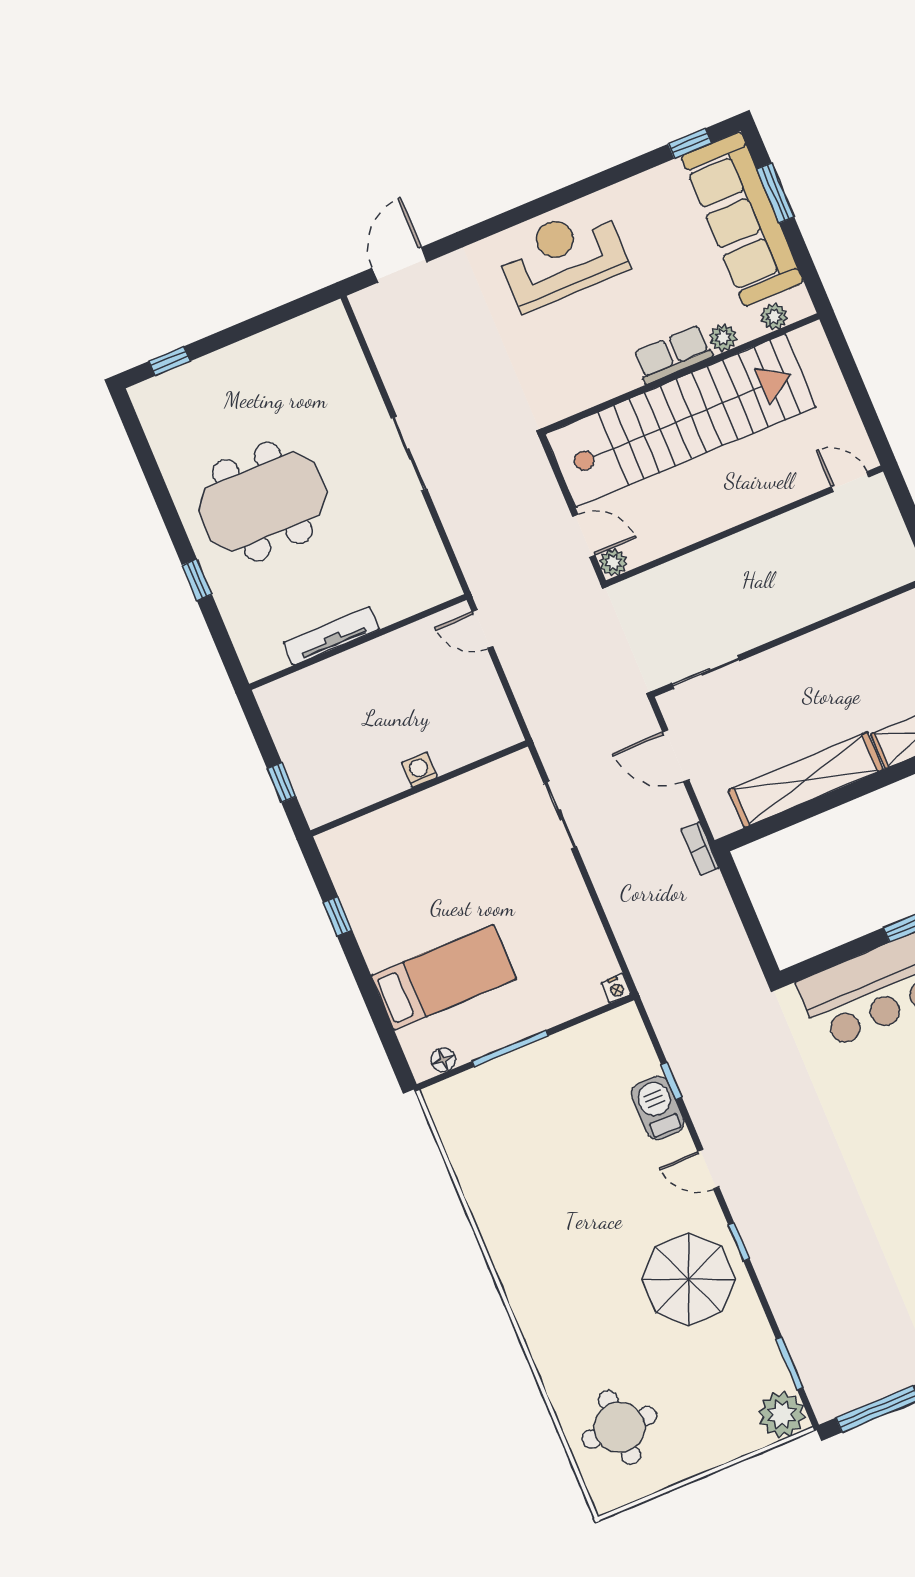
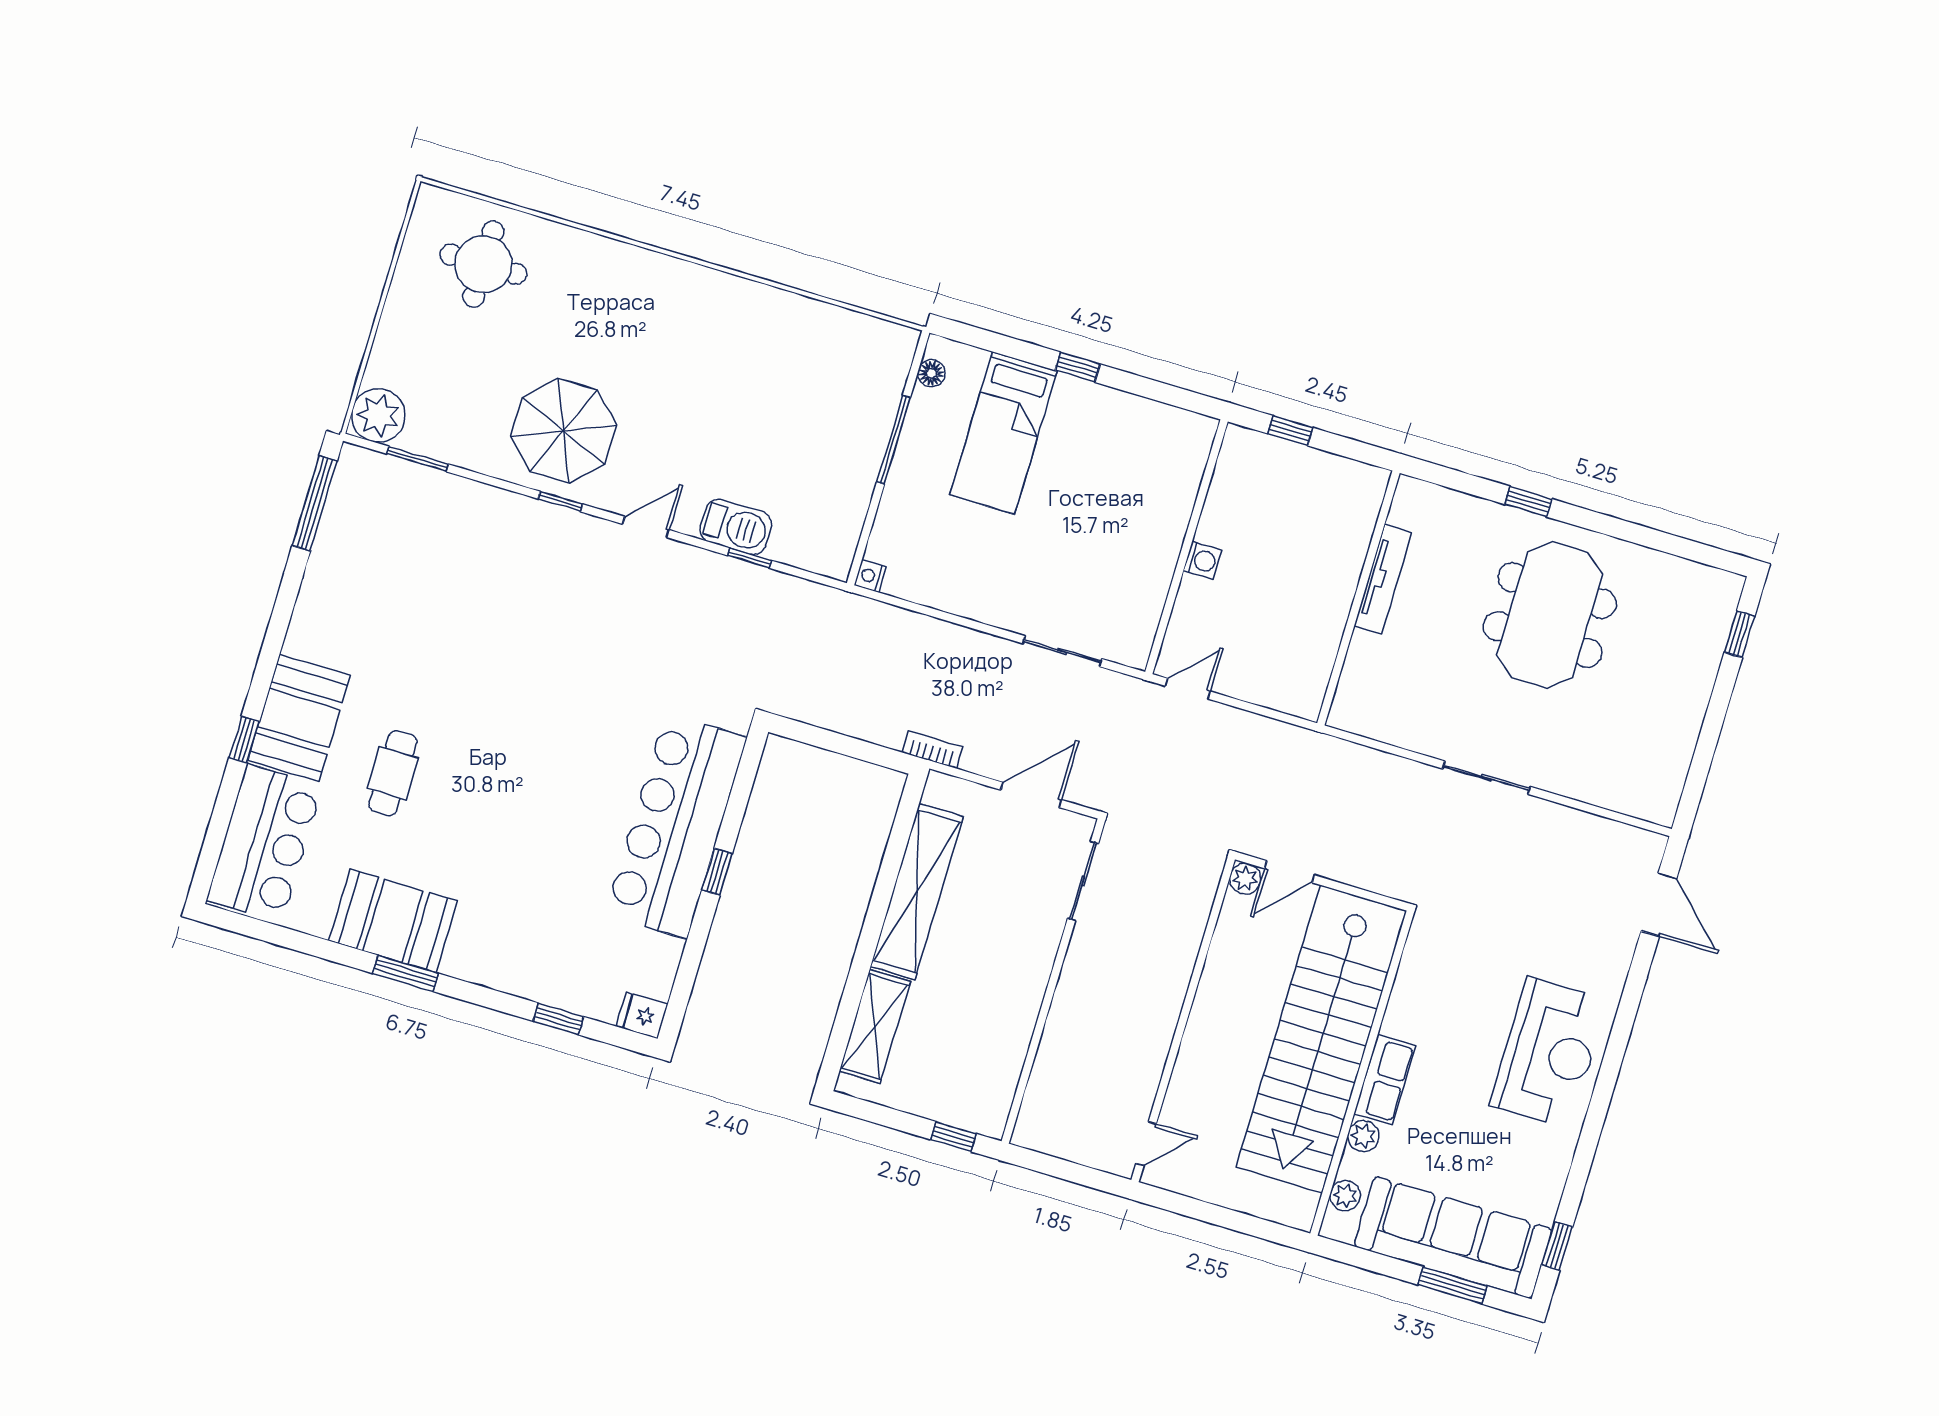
door: (482, 629) -> (1188, 689), moved
window: (338, 916) -> (1077, 367), moved

